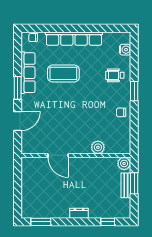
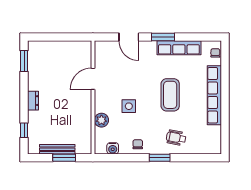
water cooler: (125, 50) -> (113, 148), moved
coffee table: (63, 73) -> (170, 95), moved
wheelchair: (115, 75) -> (176, 138), turned -79
side table: (84, 121) -> (129, 106), added
plant: (124, 163) -> (85, 147), removed
bench: (126, 185) -> (57, 149), width x1.36

